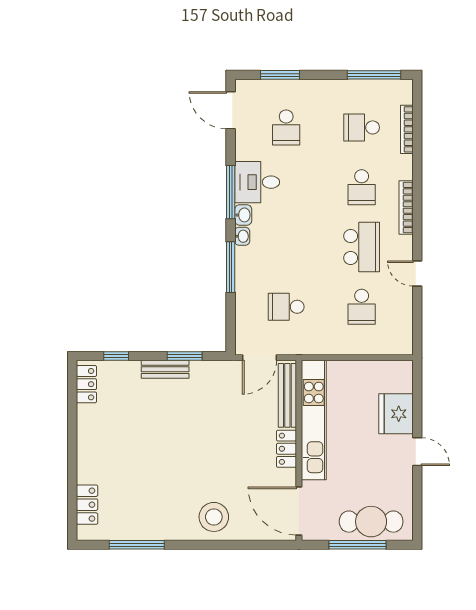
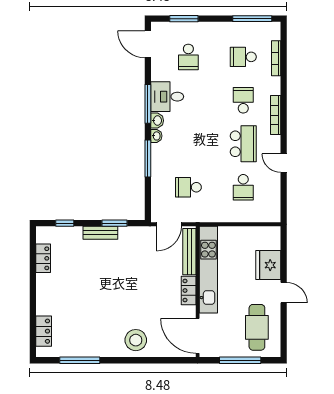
school desk: (362, 187) -> (243, 100), turned 180
locker: (86, 384) -> (43, 258), moved
cafe table: (371, 522) -> (257, 327), moved, turned 90

